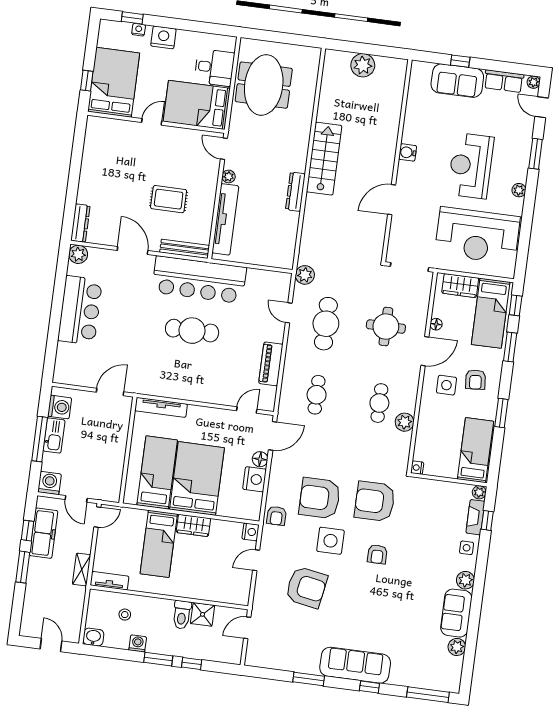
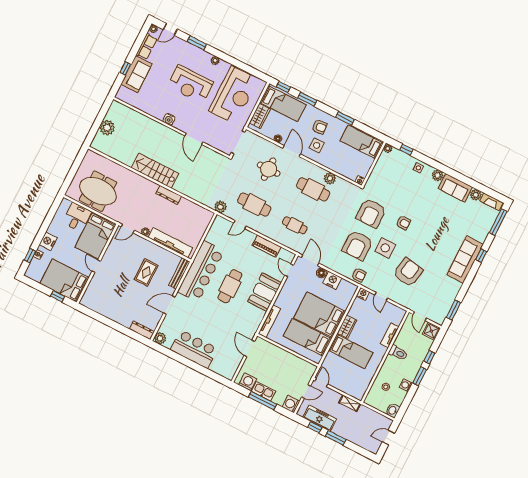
booth: (202, 385) -> (265, 292), added
cafe table: (379, 403) -> (313, 189), width x1.37, depth x1.35
fireplace: (475, 517) -> (491, 202), moved
tv unit: (110, 581) -> (390, 335), moved
shower: (203, 614) -> (431, 331), moved
window: (309, 679) -> (453, 310), moved

